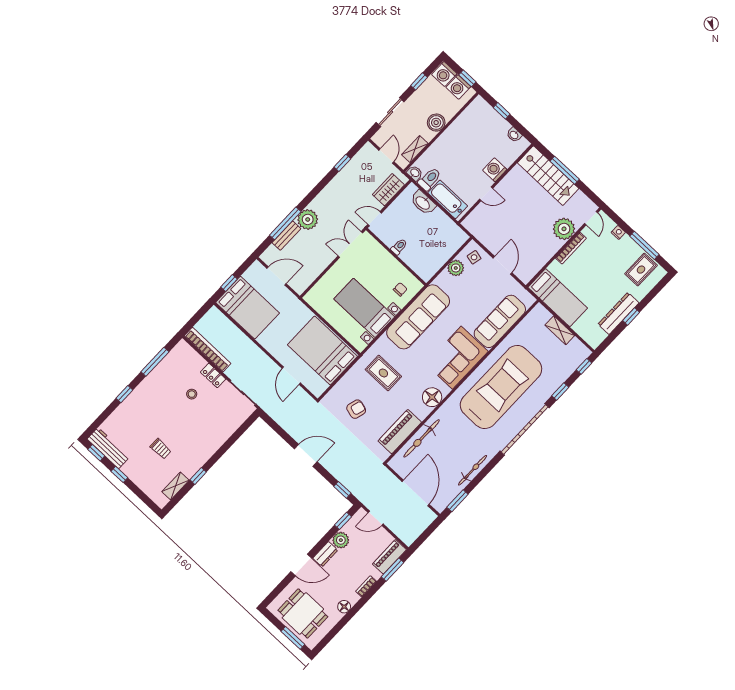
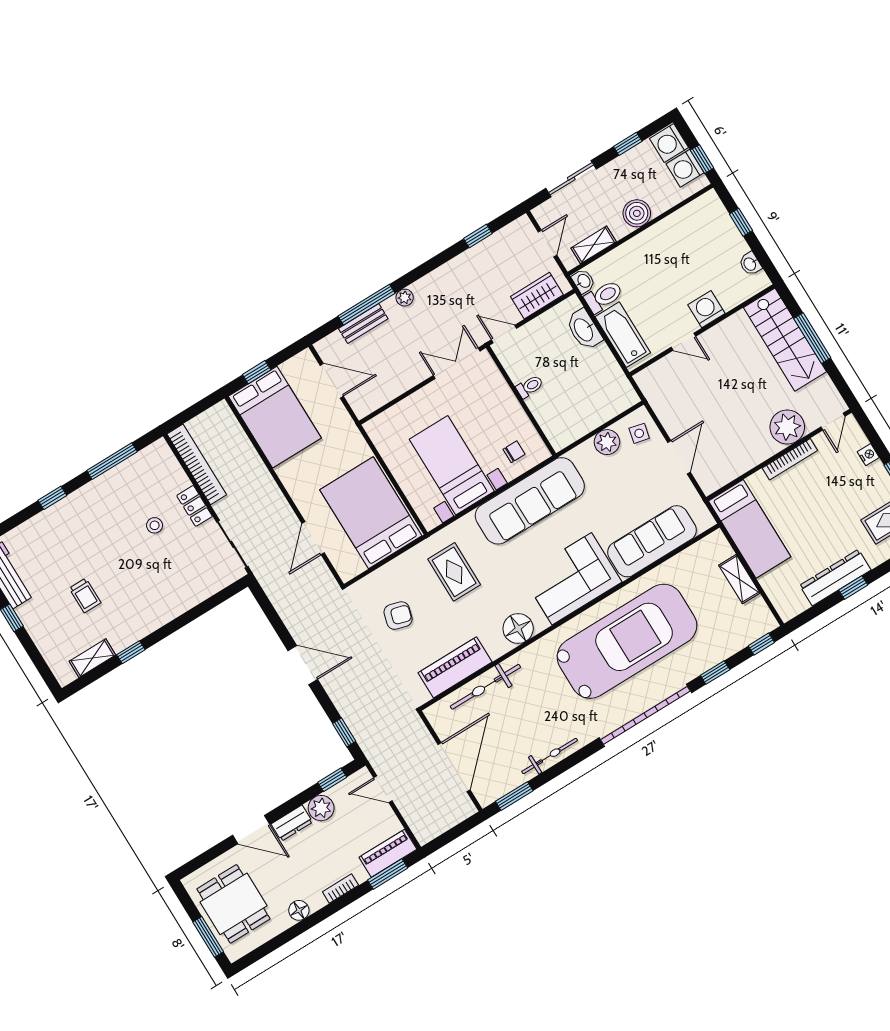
plant: (308, 219) -> (405, 298), width x0.53, depth x0.53

